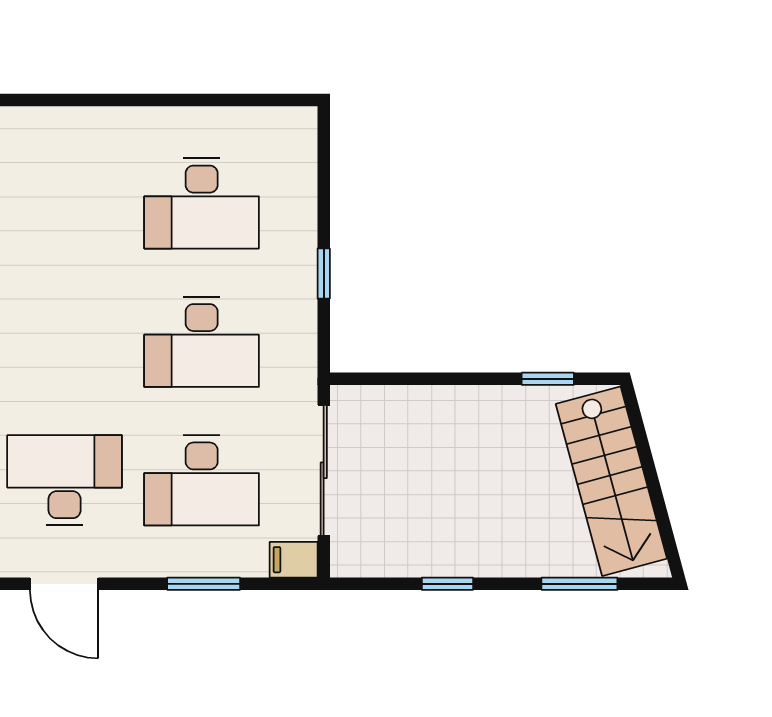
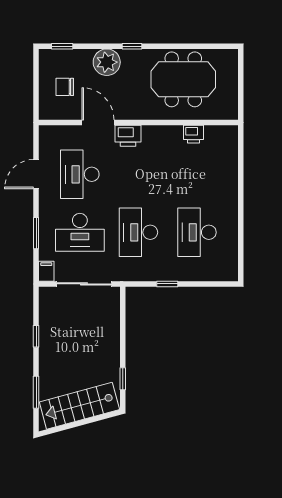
desk: (65, 480) -> (80, 174), turned 180
desk: (202, 480) -> (80, 232), turned -90

